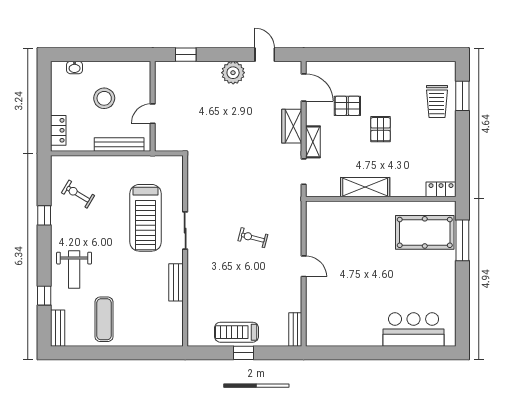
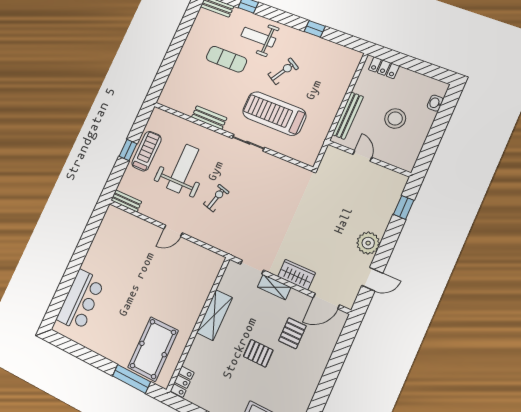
exercise bike: (78, 194) -> (283, 71), moved
weight bench: (238, 286) -> (183, 169), added
exercise mat: (104, 319) -> (226, 59), moved

